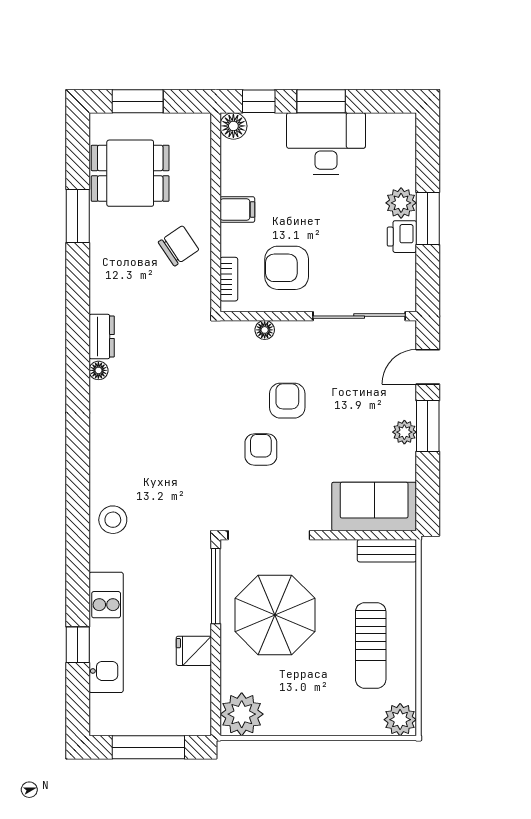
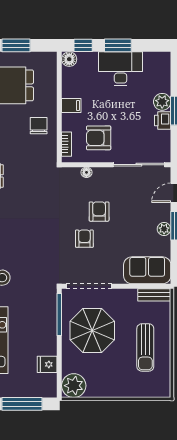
chair: (179, 246) -> (39, 126), turned -56
fridge: (194, 651) -> (47, 364), moved
plant: (400, 720) -> (162, 389), removed

